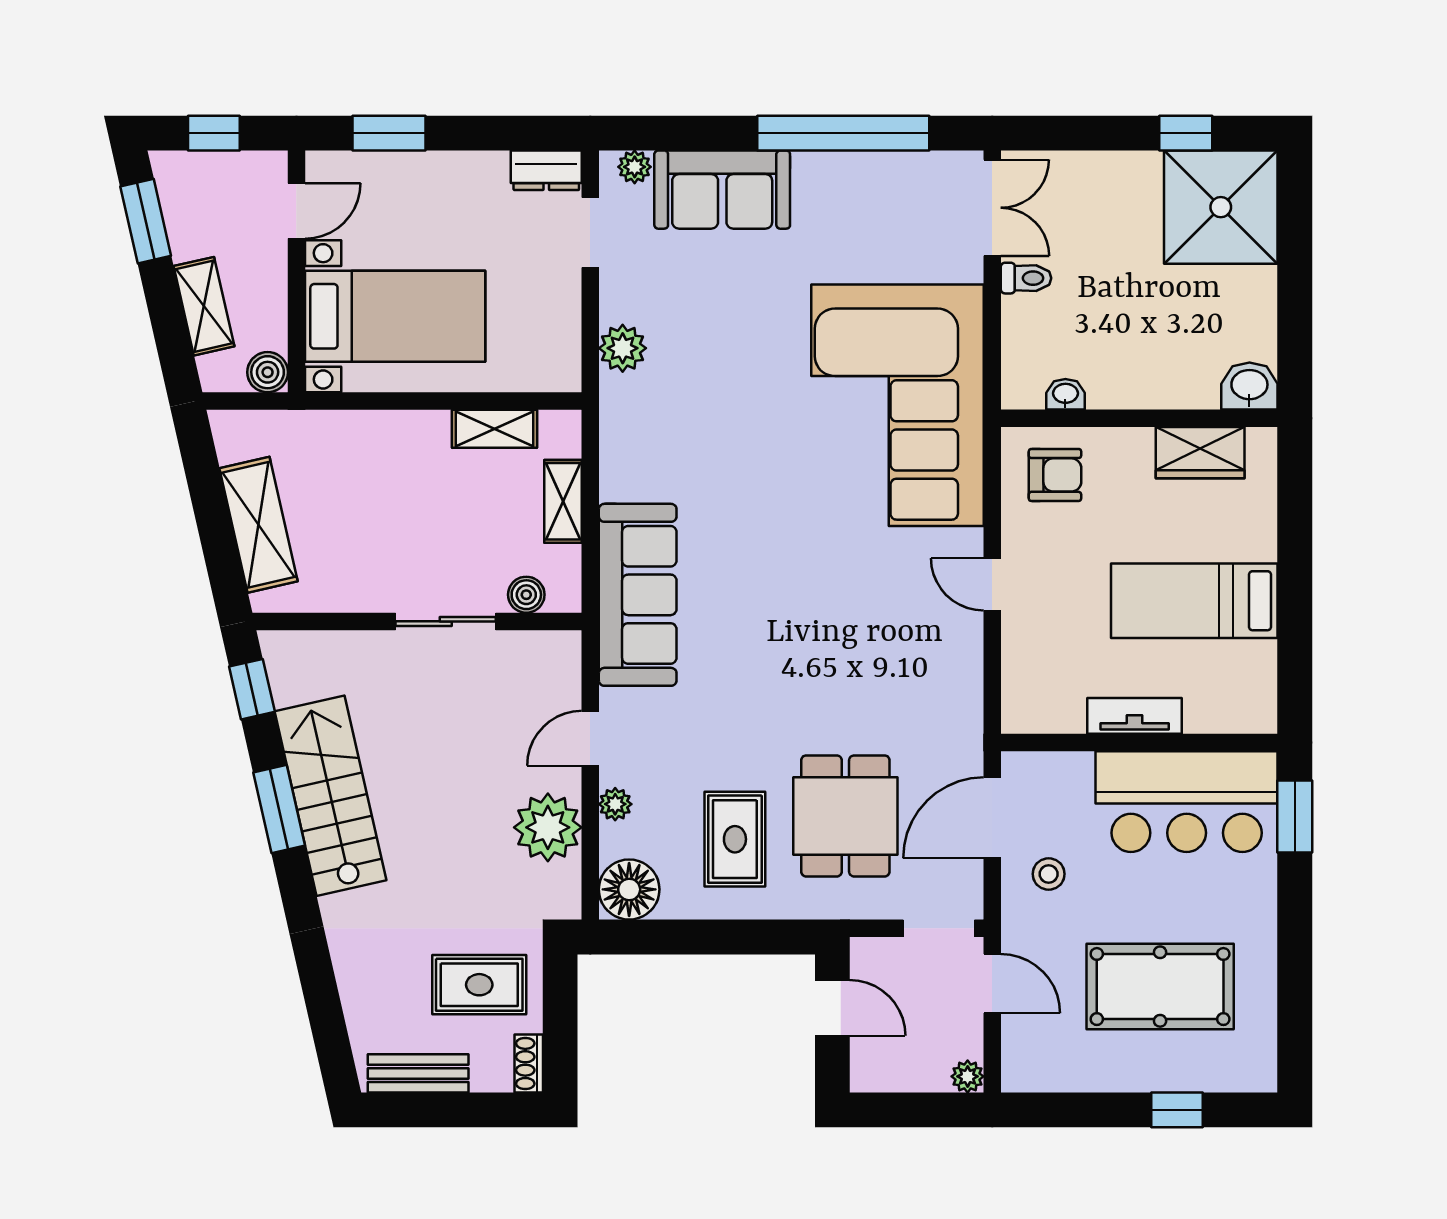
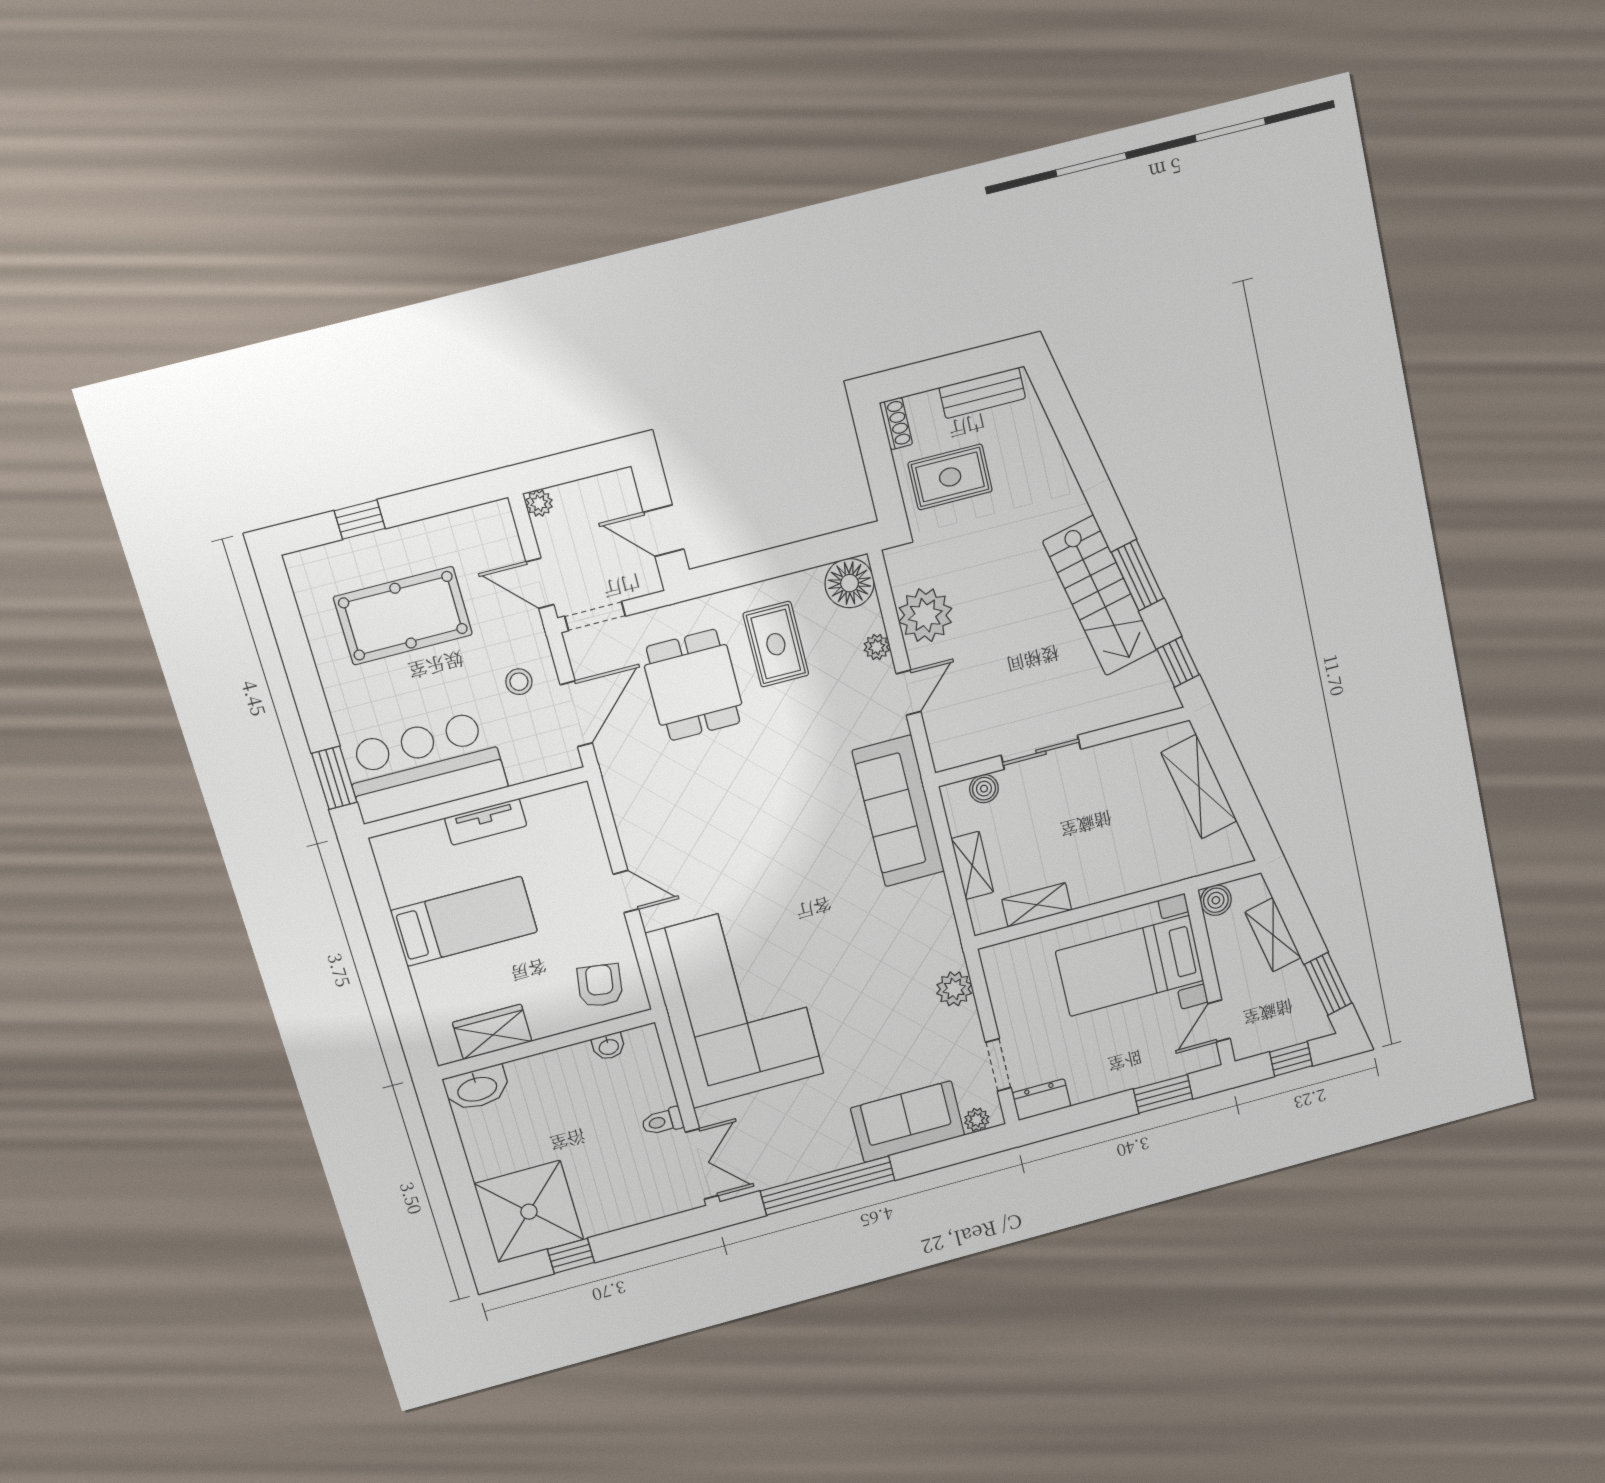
double door: (992, 208) -> (702, 1164), swing flipped
washbasin: (1249, 386) -> (477, 1088), width x1.38
armchair: (1055, 475) -> (600, 985), turned 98

